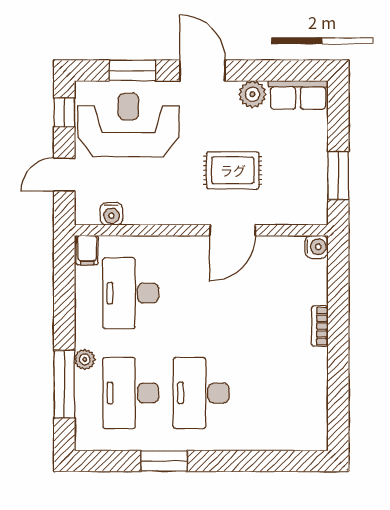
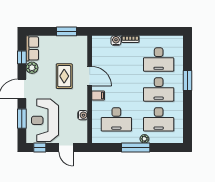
window: (277, 70) -> (22, 57), added
water cooler: (111, 214) -> (83, 115), moved
water cooler: (317, 247) -> (116, 41), moved
filing cabinet: (87, 250) -> (98, 95), moved
window: (64, 384) -> (136, 147), moved
desk: (272, 393) -> (159, 60), added
window: (164, 461) -> (187, 81), moved

